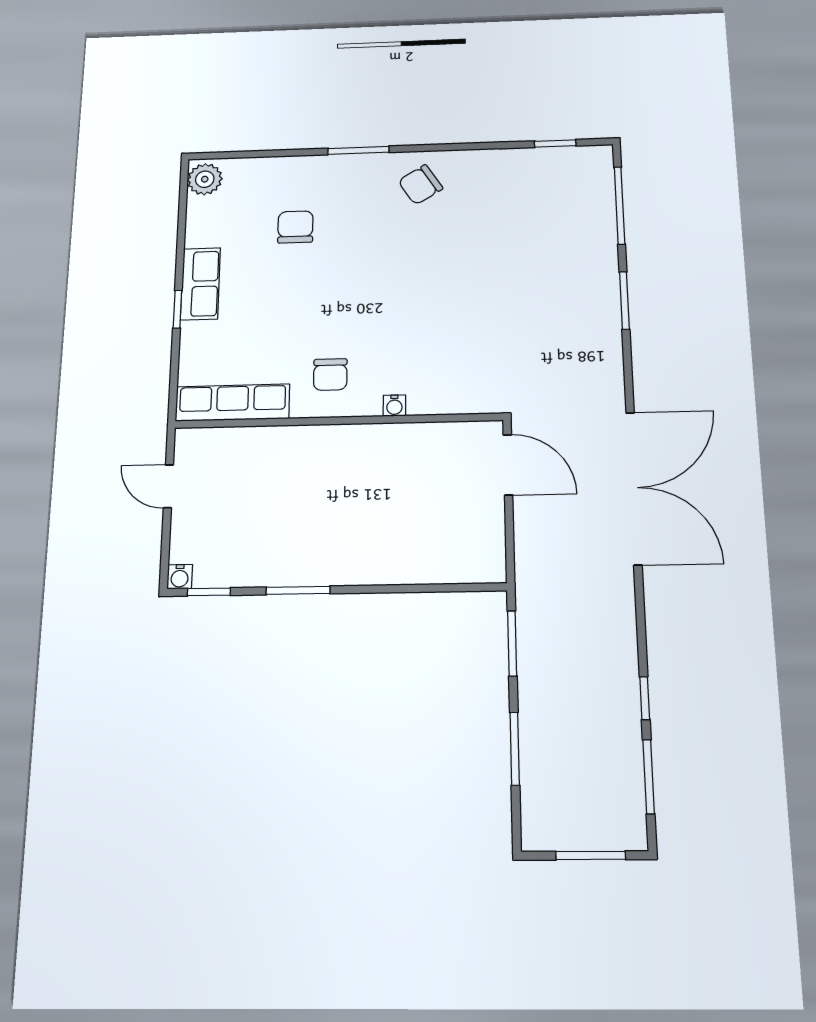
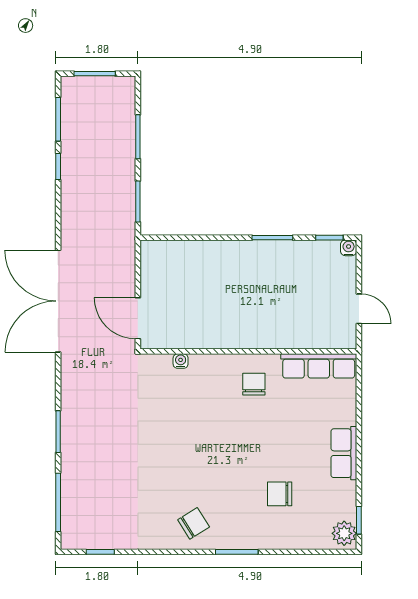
chair: (295, 227) -> (280, 494), turned 90
window: (177, 309) -> (359, 520), moved
water cooler: (394, 406) -> (181, 361), moved

